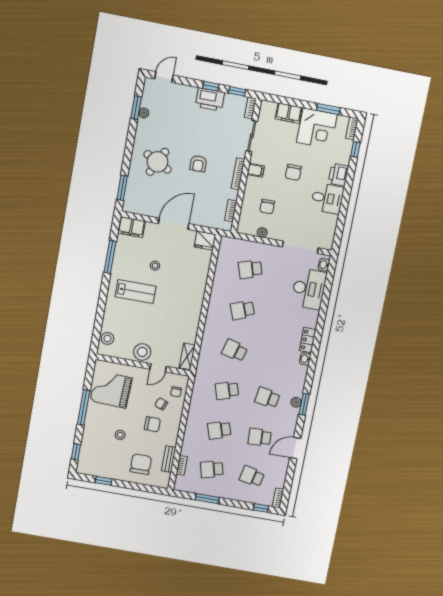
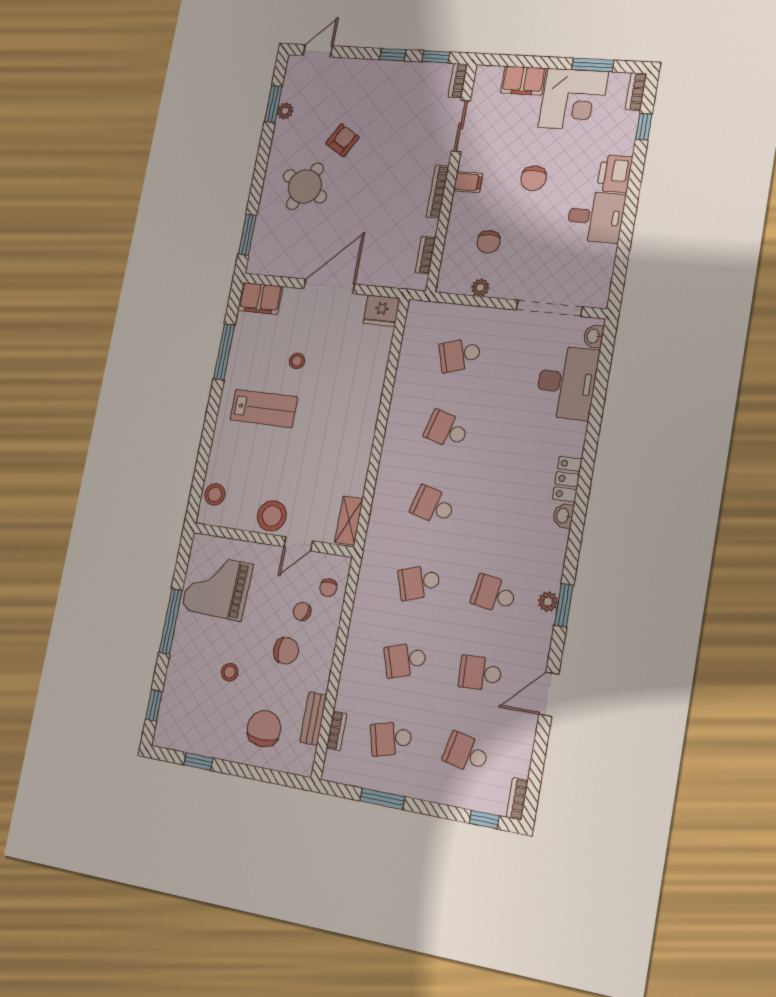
printer: (210, 99) -> (391, 76), removed
armchair: (198, 164) -> (342, 140), moved, turned -150
school desk: (242, 310) -> (446, 430), turned 36

